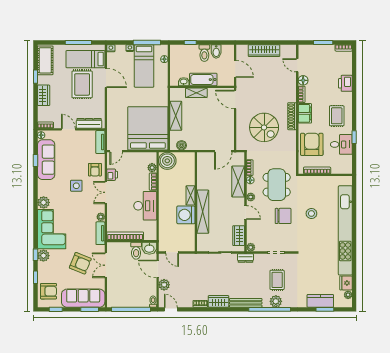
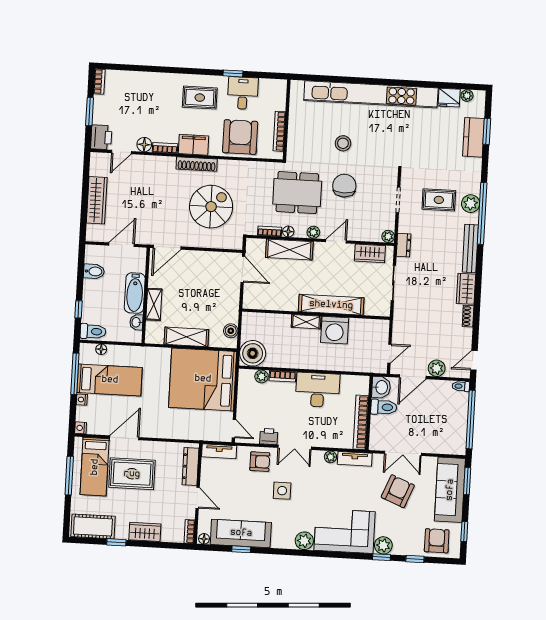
toilet: (204, 53) -> (93, 331), moved
printer: (345, 83) -> (101, 137), moved, turned -90
door: (68, 129) -> (198, 498), swing flipped
armchair: (312, 144) -> (240, 137), turned 90

